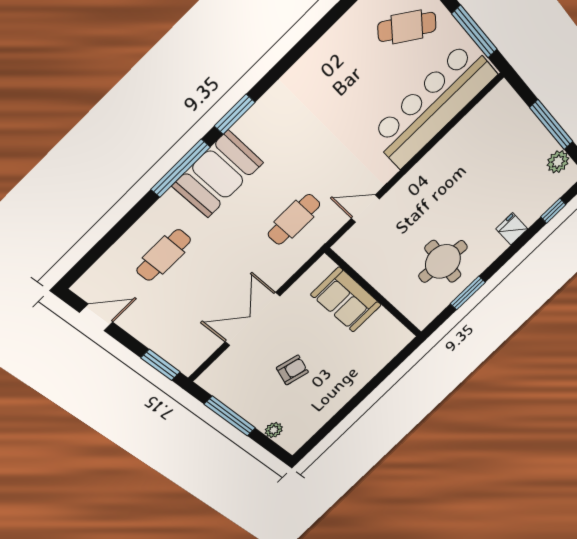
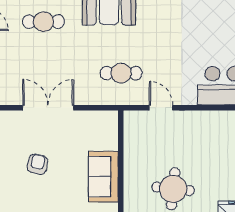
sofa: (346, 300) -> (103, 177), moved
armchair: (292, 370) -> (37, 164), turned -95

